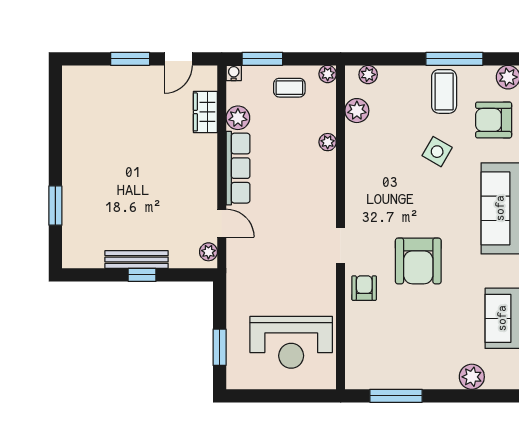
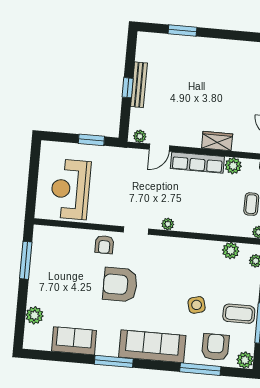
wardrobe: (205, 112) -> (217, 141), moved
plant: (328, 142) -> (168, 224), moved
side table: (437, 152) -> (197, 305), turned 45
armchair: (364, 288) -> (104, 245), turned 90
window: (220, 347) -> (91, 140), moved

